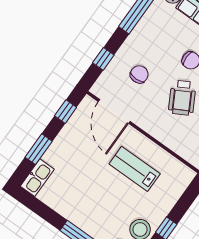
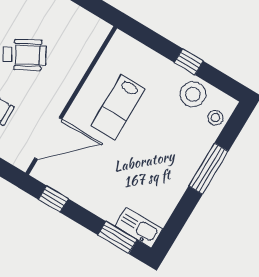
window: (39, 149) -> (117, 238), moved

